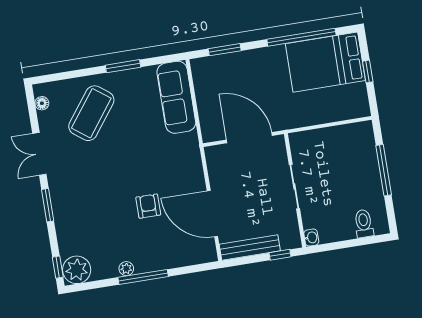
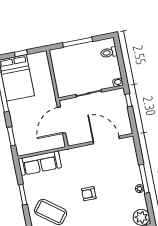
armchair: (148, 206) -> (89, 194), moved
door: (212, 214) -> (106, 140), swing flipped
bench: (250, 247) -> (125, 118), removed

